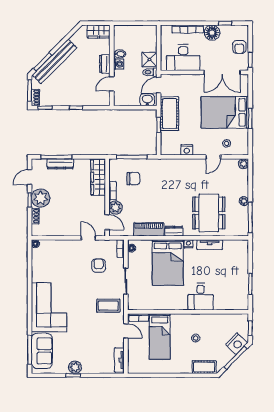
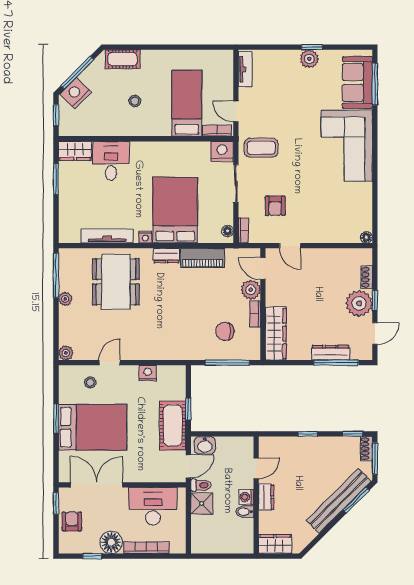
tv unit: (210, 245) -> (107, 236), width x1.41
desk: (201, 297) -> (111, 161), moved
nightstand: (135, 303) -> (222, 151), added
wardrobe: (237, 304) -> (75, 151), added

